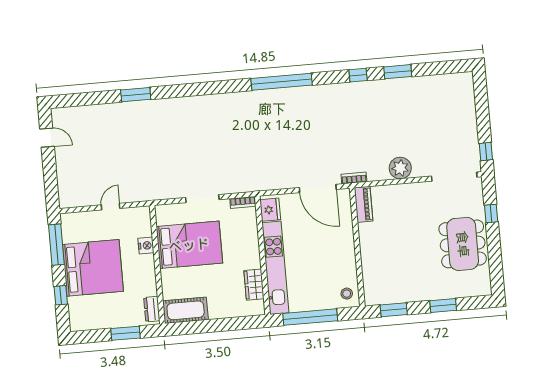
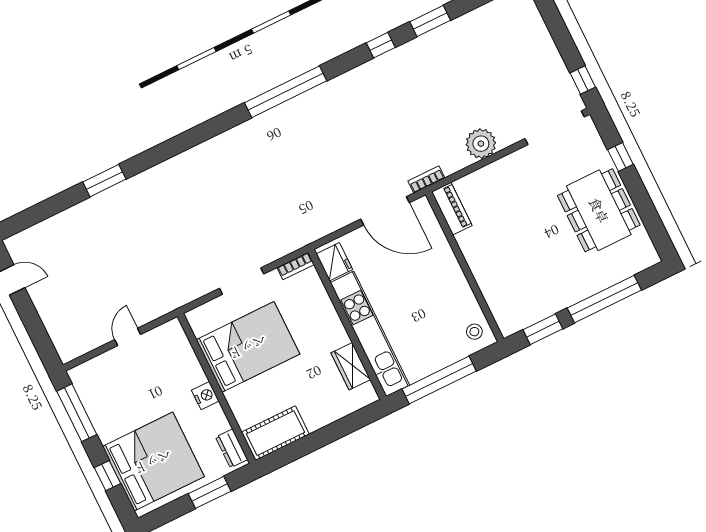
nightstand: (146, 246) -> (205, 396), moved
bed: (93, 268) -> (153, 462), moved
window: (443, 305) -> (604, 299), width x2.11

